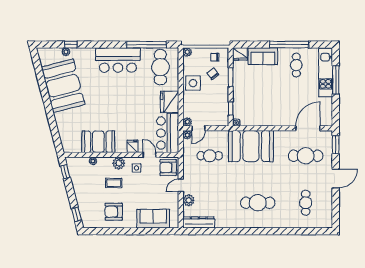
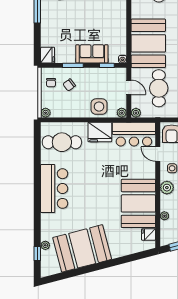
window: (71, 45) -> (37, 254), moved
window: (146, 45) -> (37, 157), removed
sofa: (263, 56) -> (92, 54), moved, turned -90
side table: (193, 83) -> (99, 107), moved
door: (198, 128) -> (129, 87), moved
booth: (98, 142) -> (138, 203), width x1.36, depth x1.42
fridge: (133, 146) -> (149, 234), moved
door: (149, 155) -> (158, 154), hinge flipped
cafe table: (210, 156) -> (159, 88), width x1.37, depth x1.35

